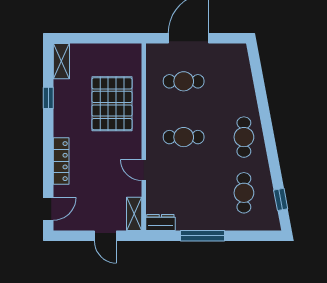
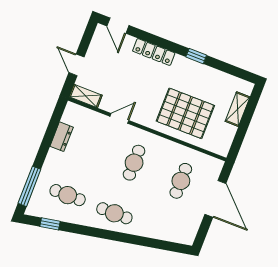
shelving: (61, 61) -> (238, 109), moved, turned 90
window: (48, 98) -> (196, 56), moved
dresser: (160, 222) -> (62, 137), moved
door: (105, 236) -> (77, 65), hinge flipped
window: (203, 236) -> (29, 186), moved

